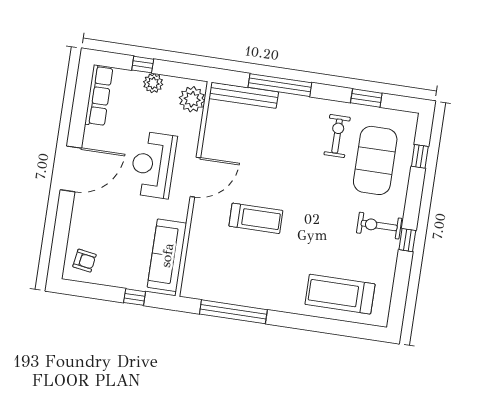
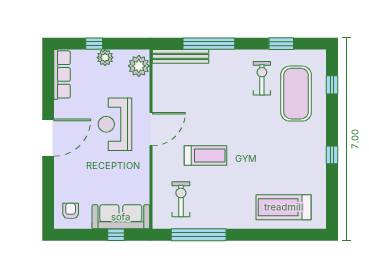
exercise bike: (379, 226) -> (181, 199), moved, turned 90
sofa: (167, 255) -> (121, 217), moved, turned 90
armchair: (85, 261) -> (71, 211), turned -99

